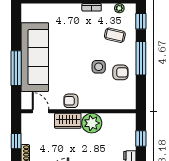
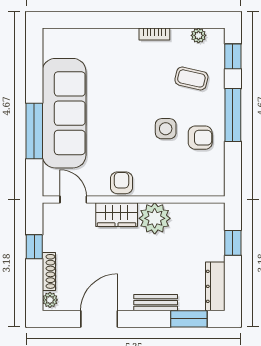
armchair: (71, 101) -> (121, 183), turned 90

